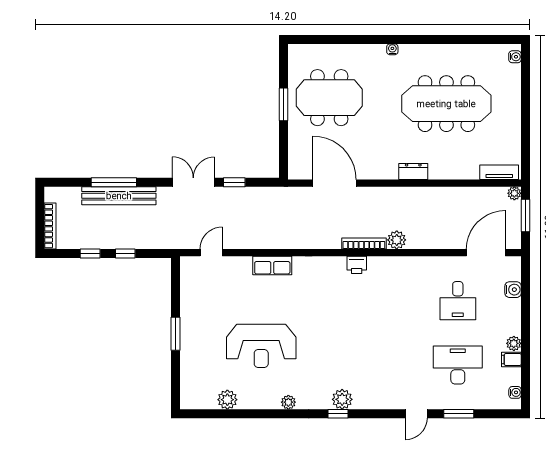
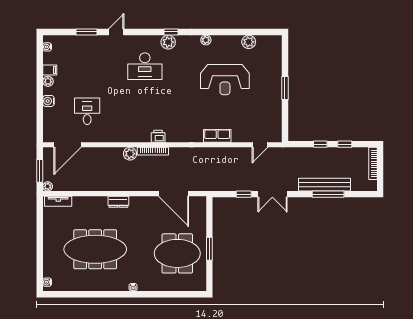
water cooler: (513, 290) -> (48, 101), moved
reception desk: (261, 346) -> (225, 80), turned 180
desk: (458, 365) -> (145, 66), moved

